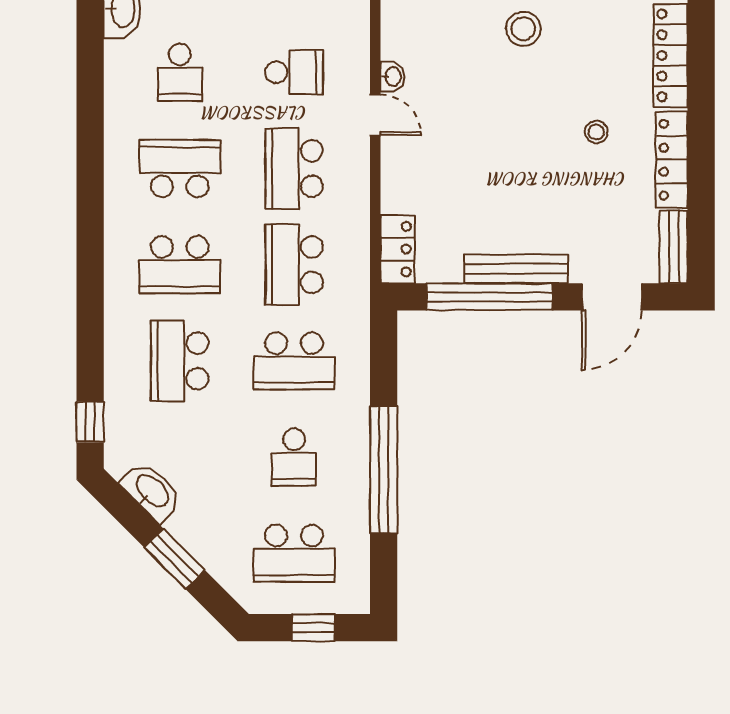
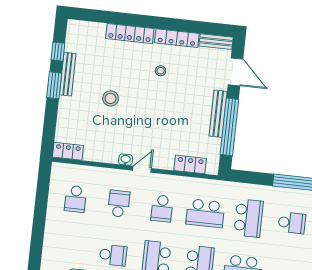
school desk: (294, 169) -> (162, 208), width x0.54
locker: (398, 249) -> (190, 164), moved

